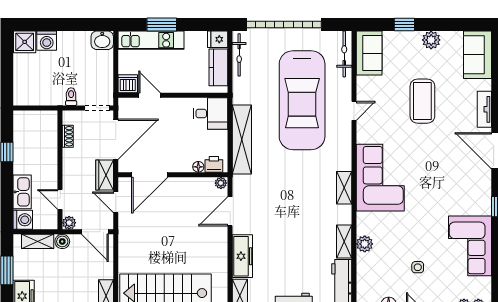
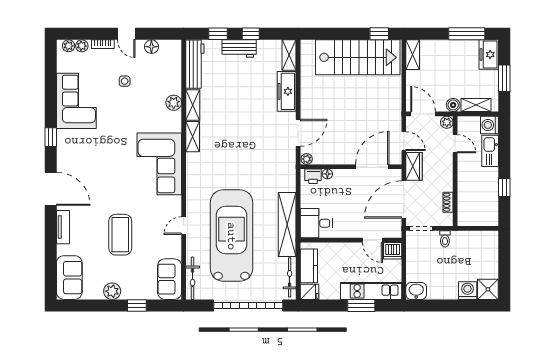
shelving: (242, 140) -> (287, 225), moved
shelving: (344, 188) -> (193, 137), moved

